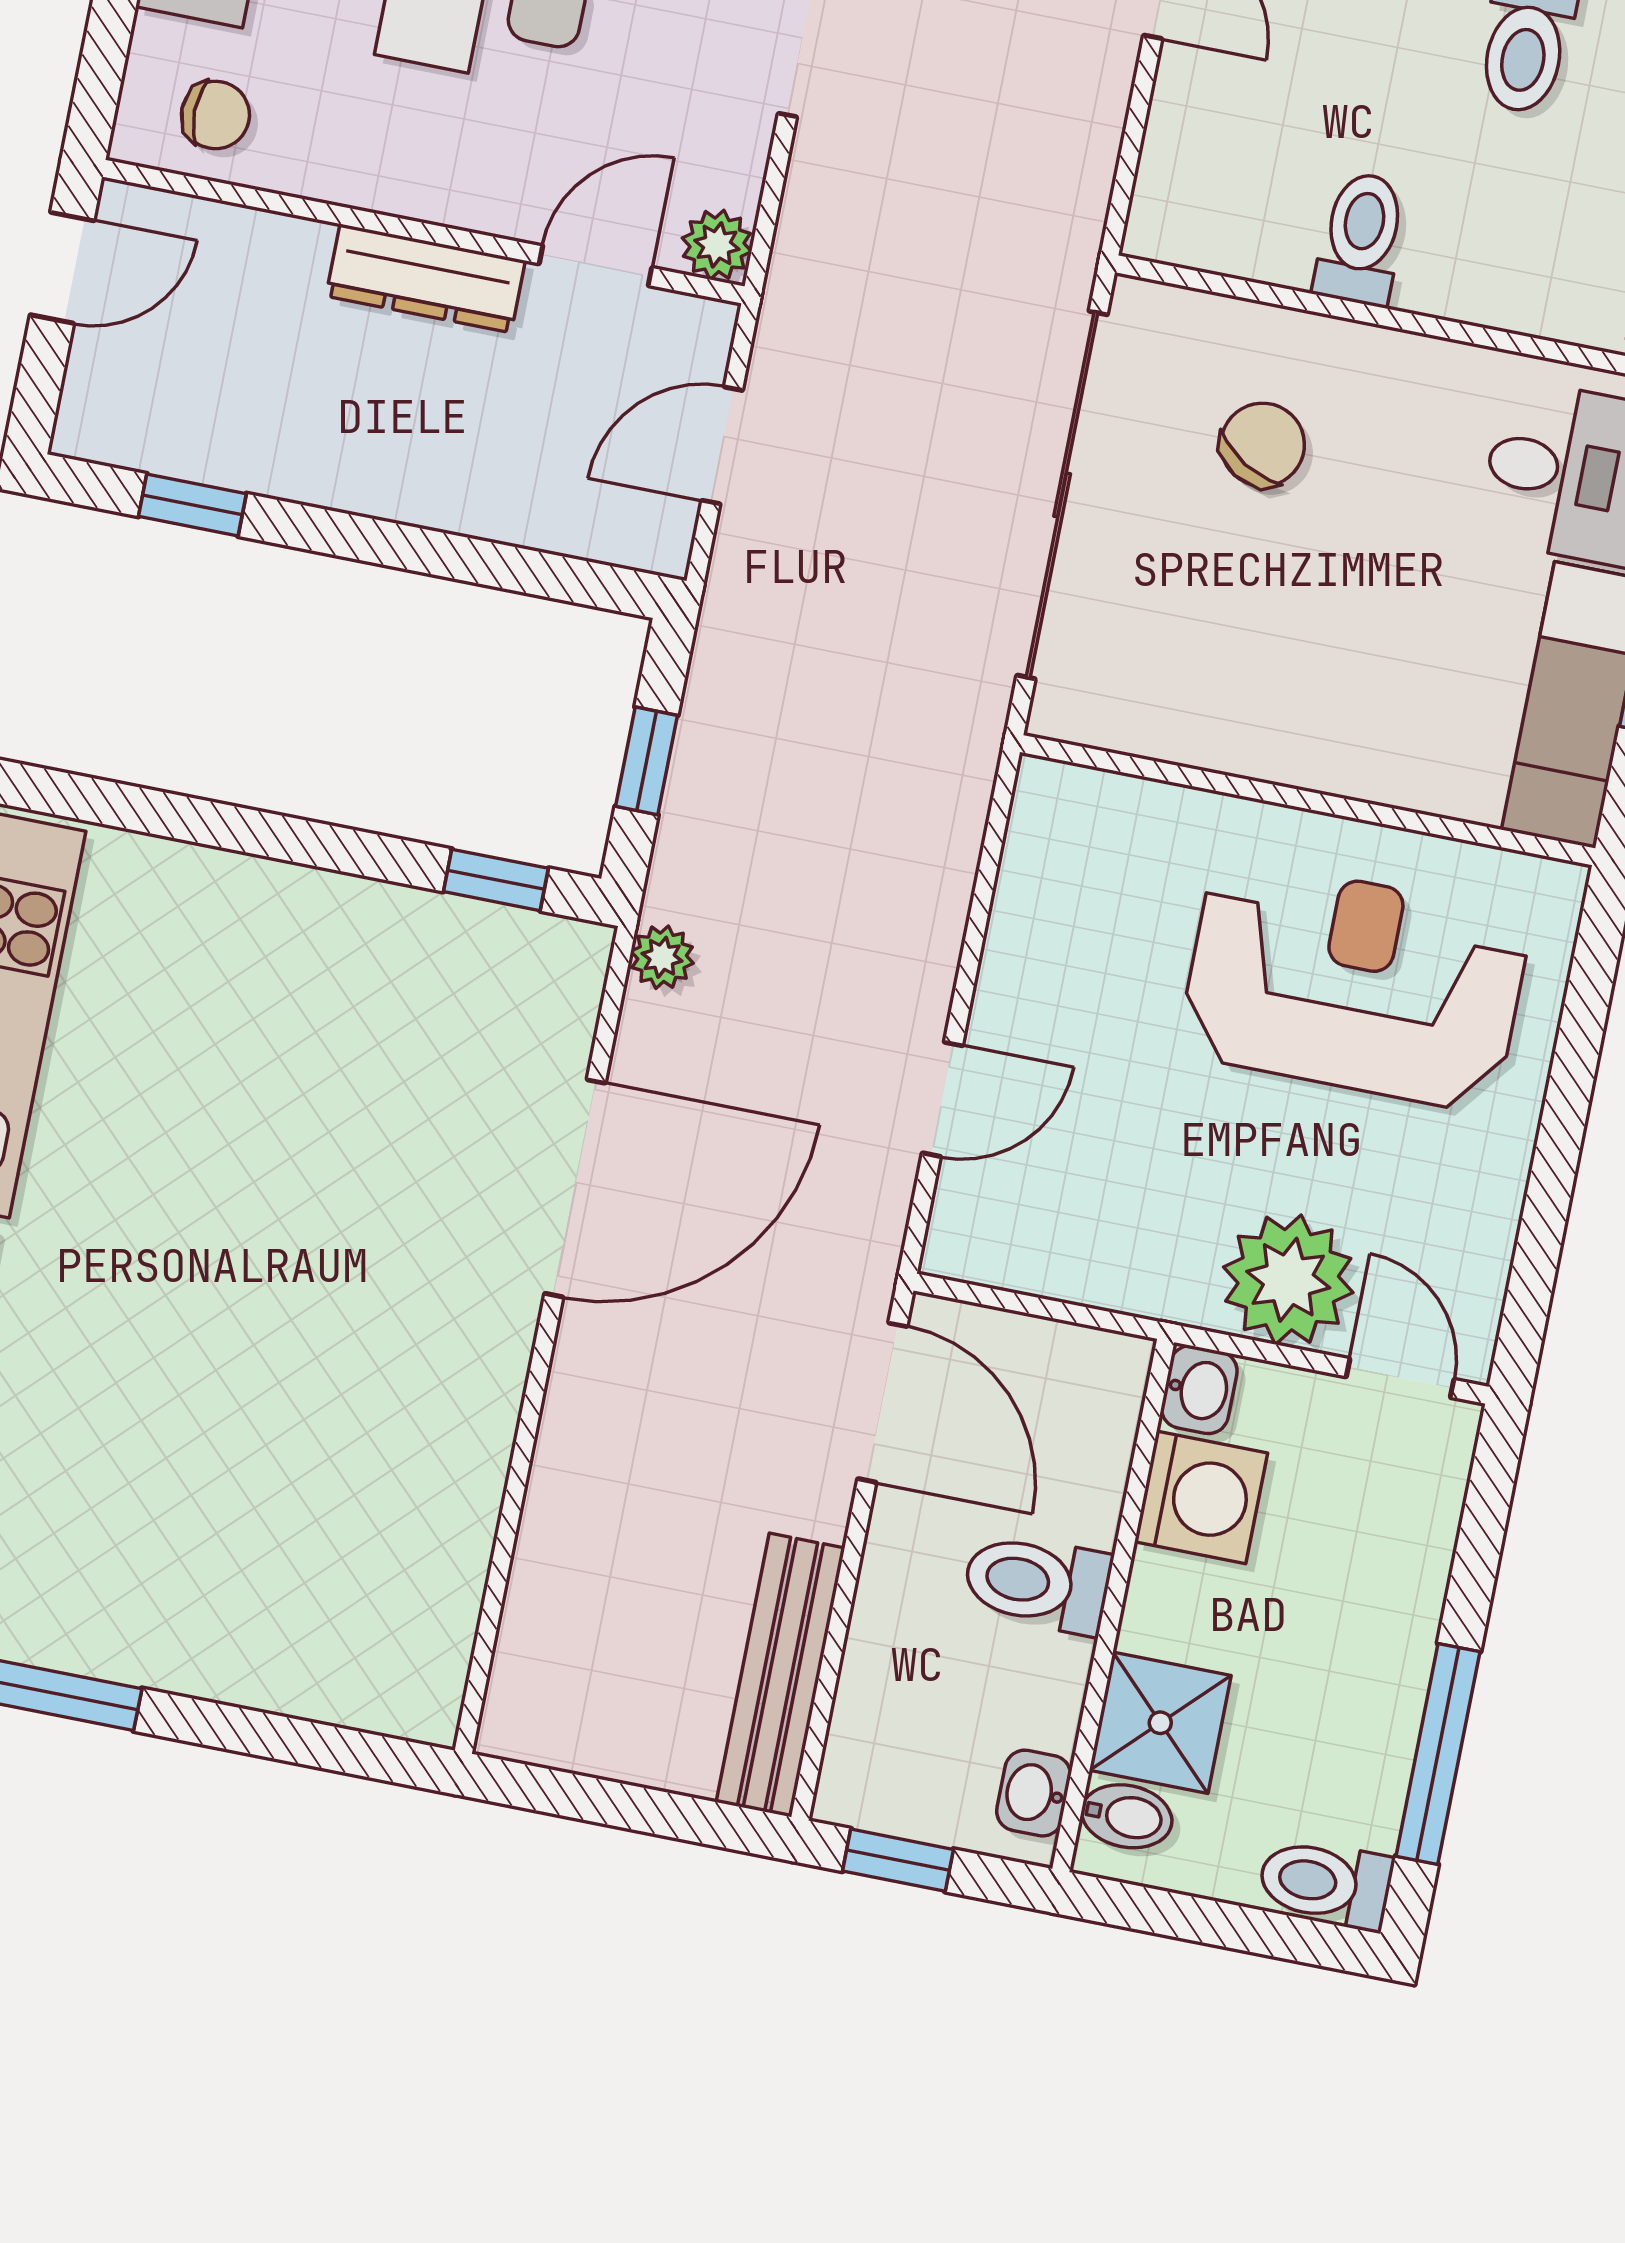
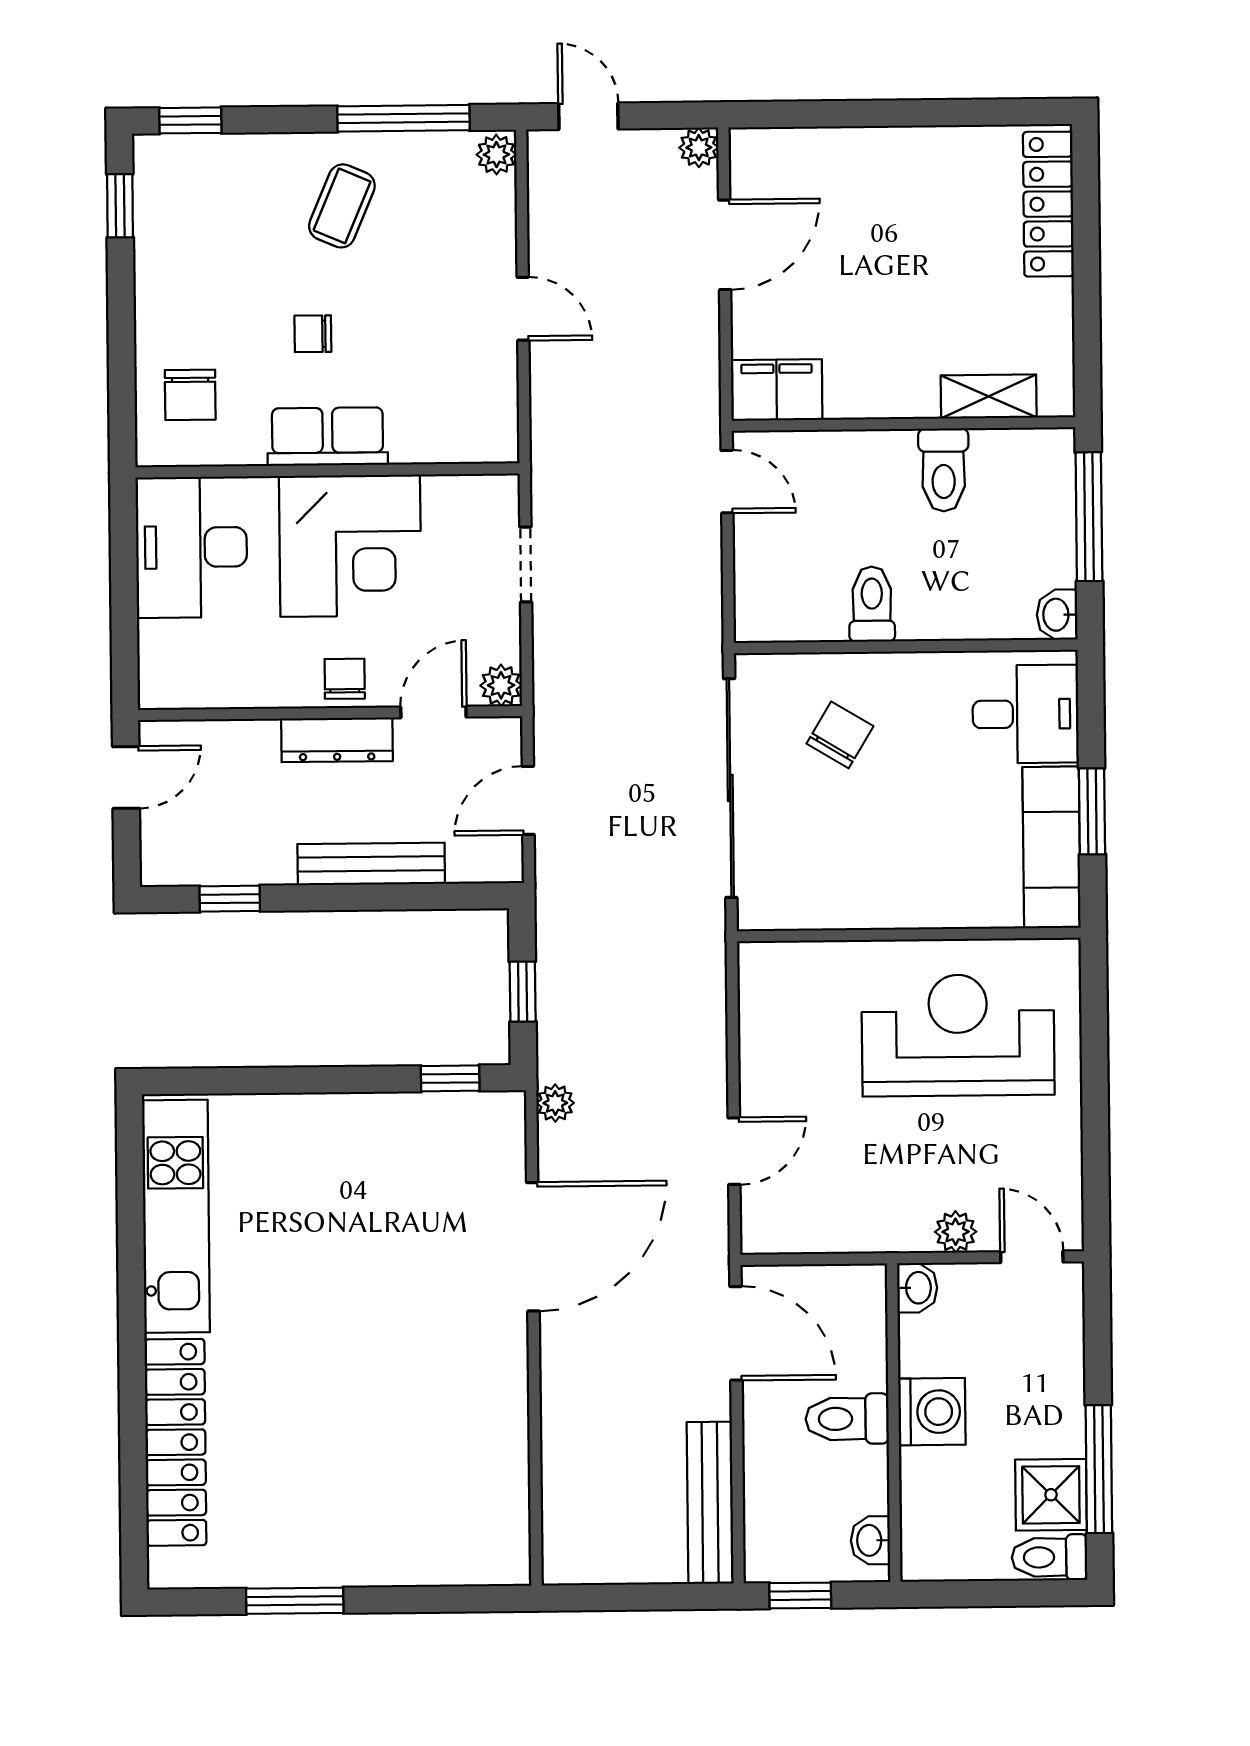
chair: (215, 115) -> (345, 679), moved, turned -90
bench: (439, 496) -> (371, 864), added
plant: (1288, 1280) -> (956, 1232), width x0.53, depth x0.53
washing machine: (1201, 1497) -> (932, 1412), moved
shower: (1160, 1723) -> (1051, 1495), moved
bidet: (1127, 1816) -> (927, 1543), removed

